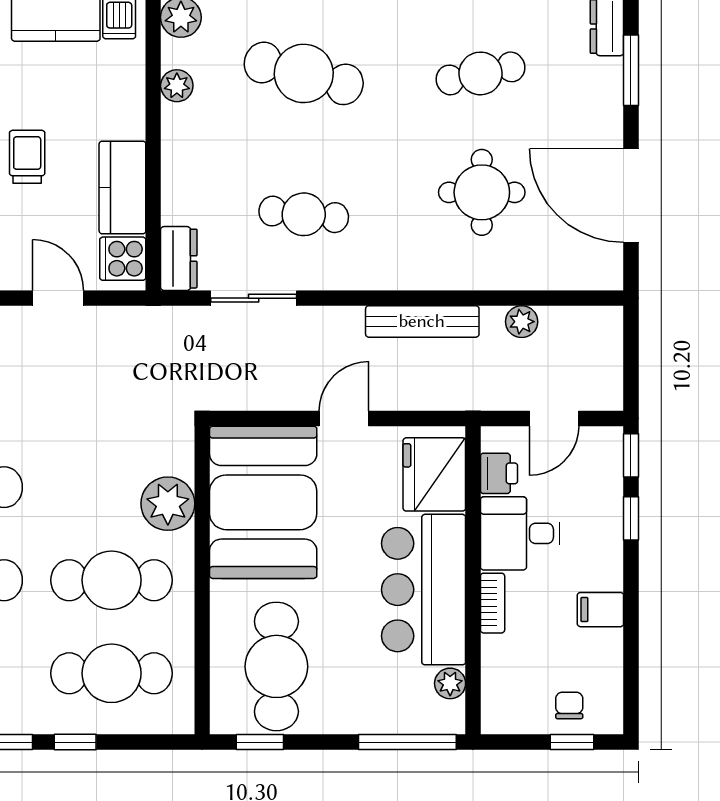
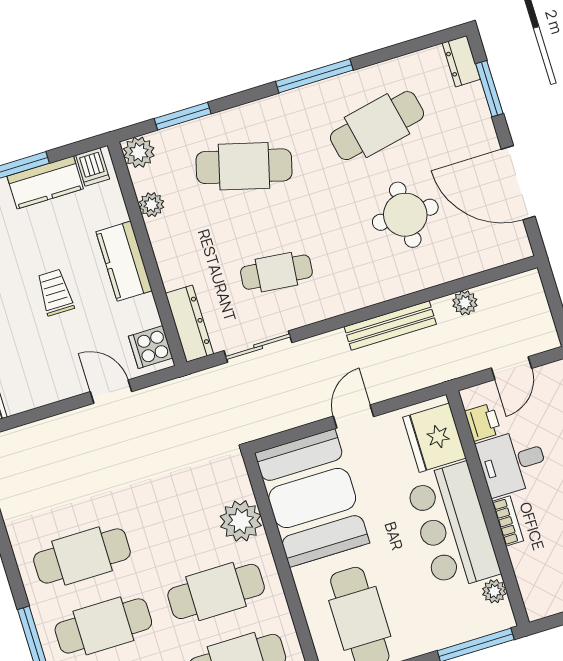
cafe table: (480, 73) -> (377, 126), width x1.37, depth x1.35
kitchen counter: (122, 187) -> (124, 261), moved
dresser: (179, 259) -> (189, 324), width x1.44

